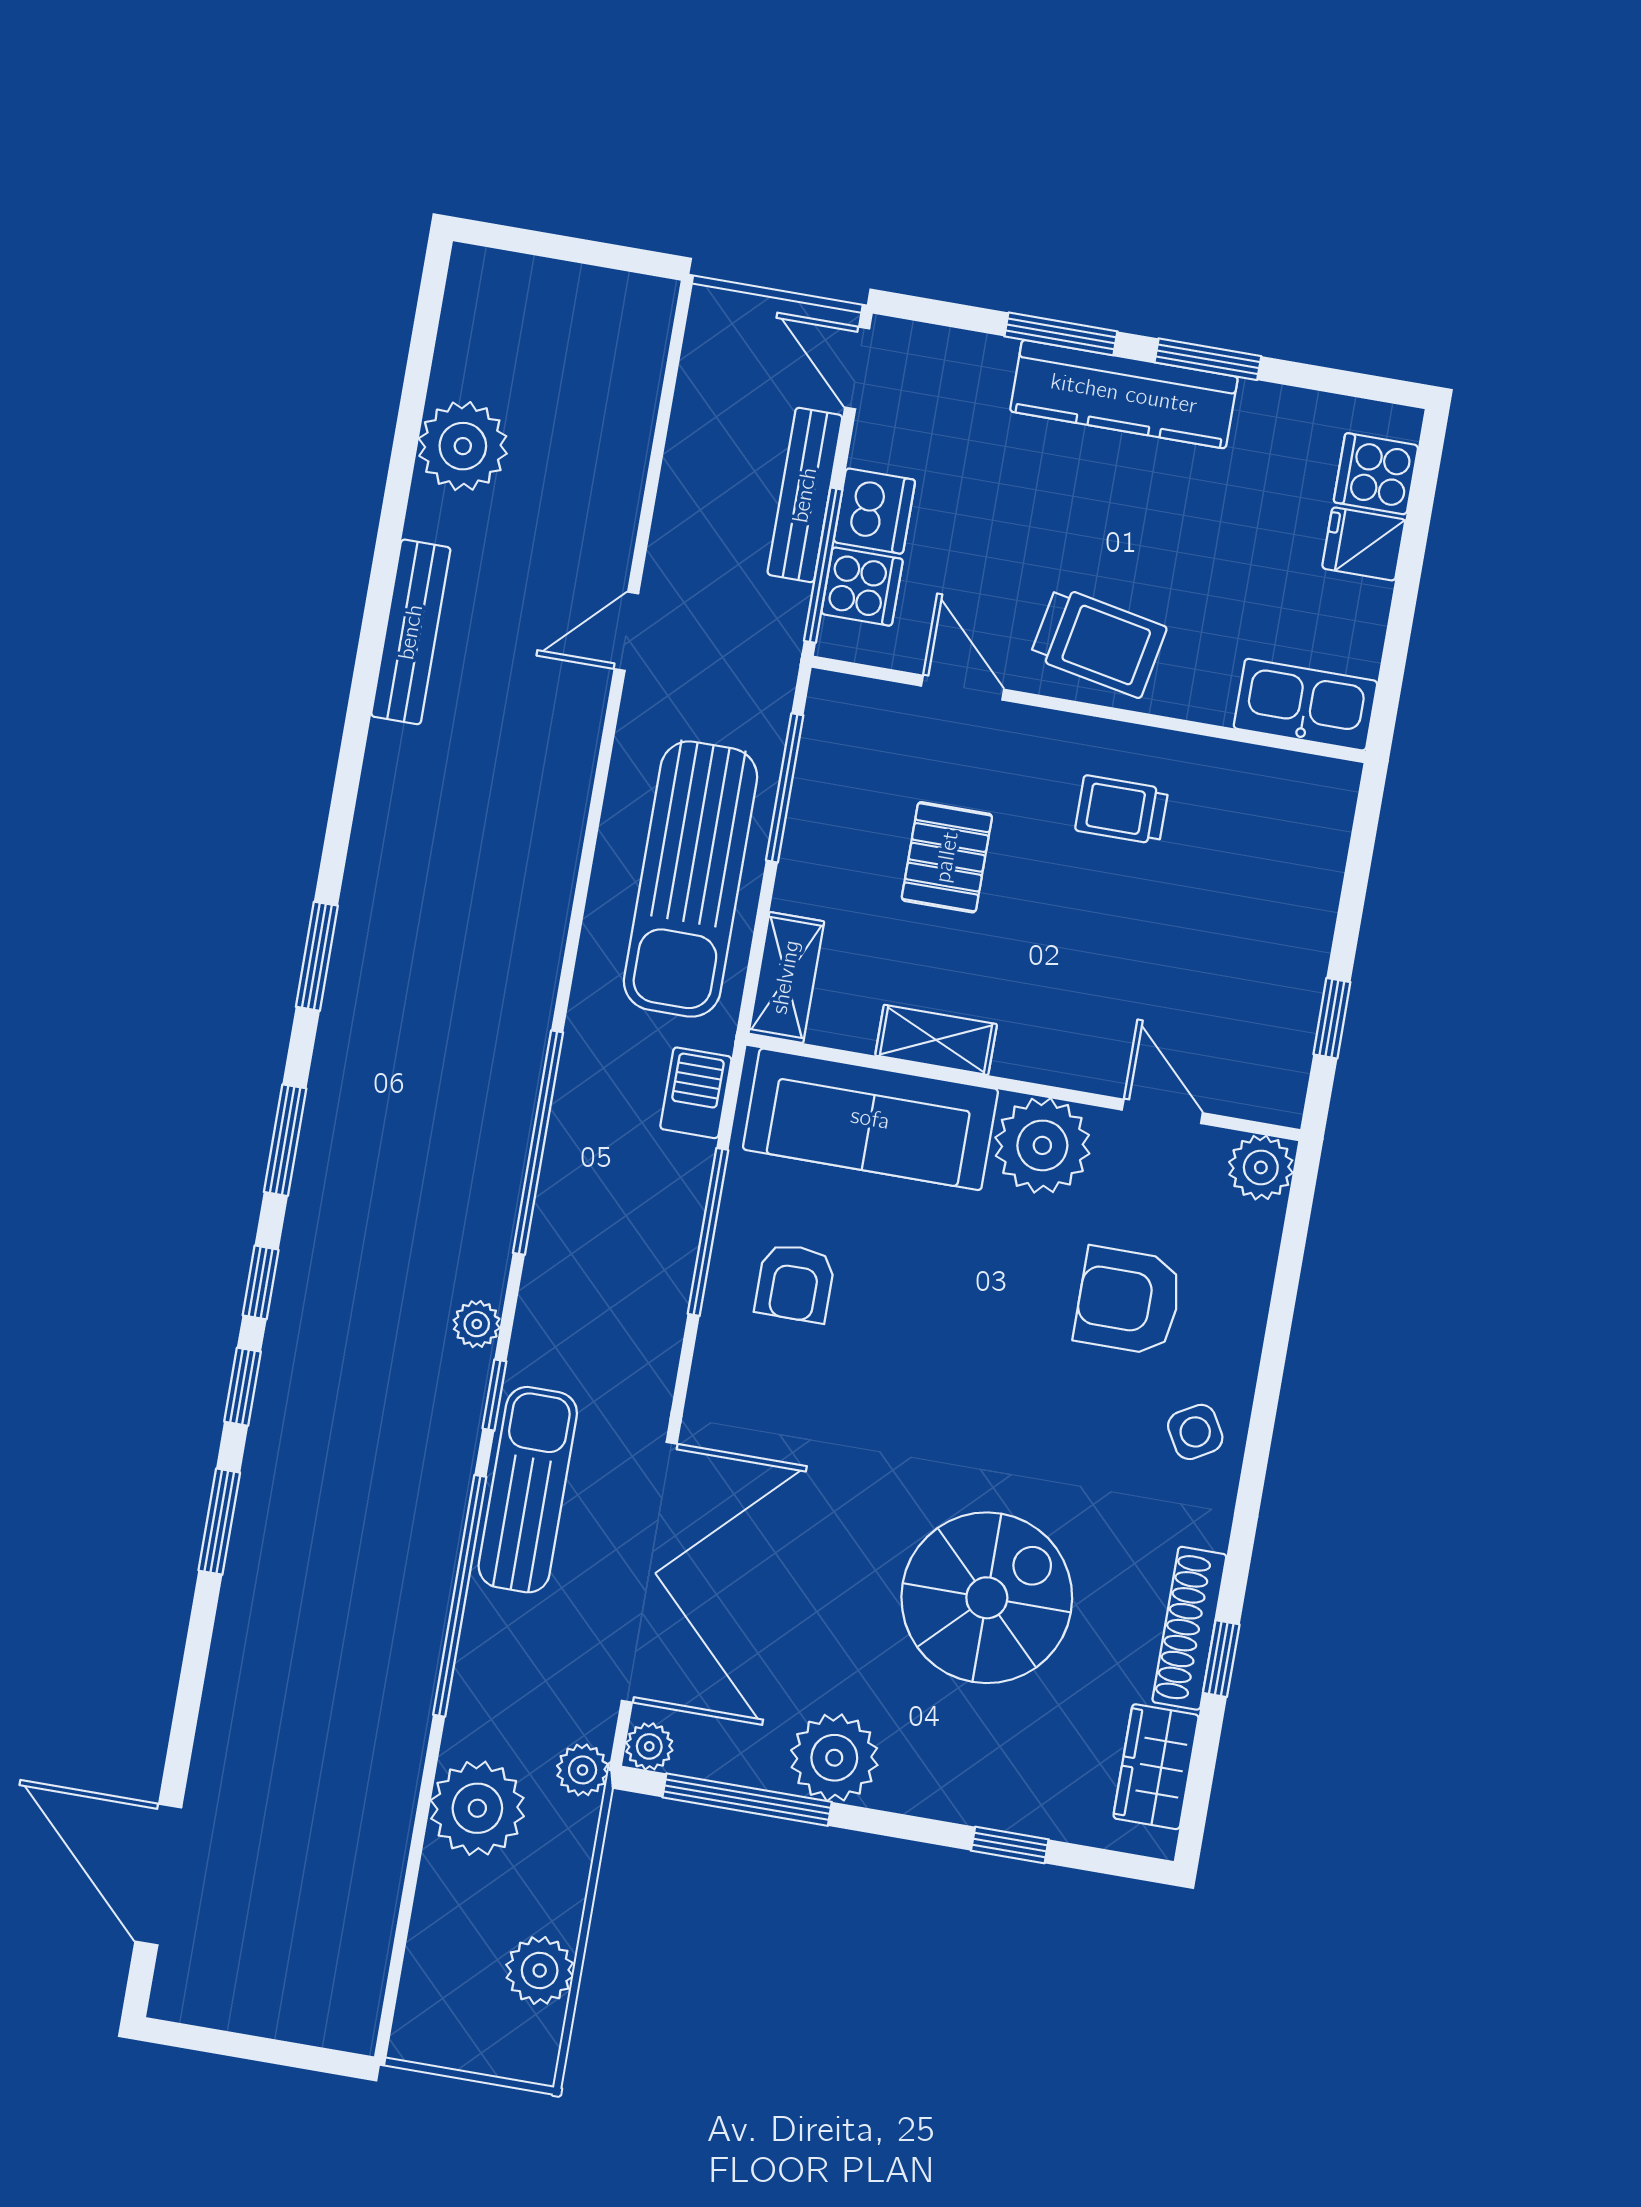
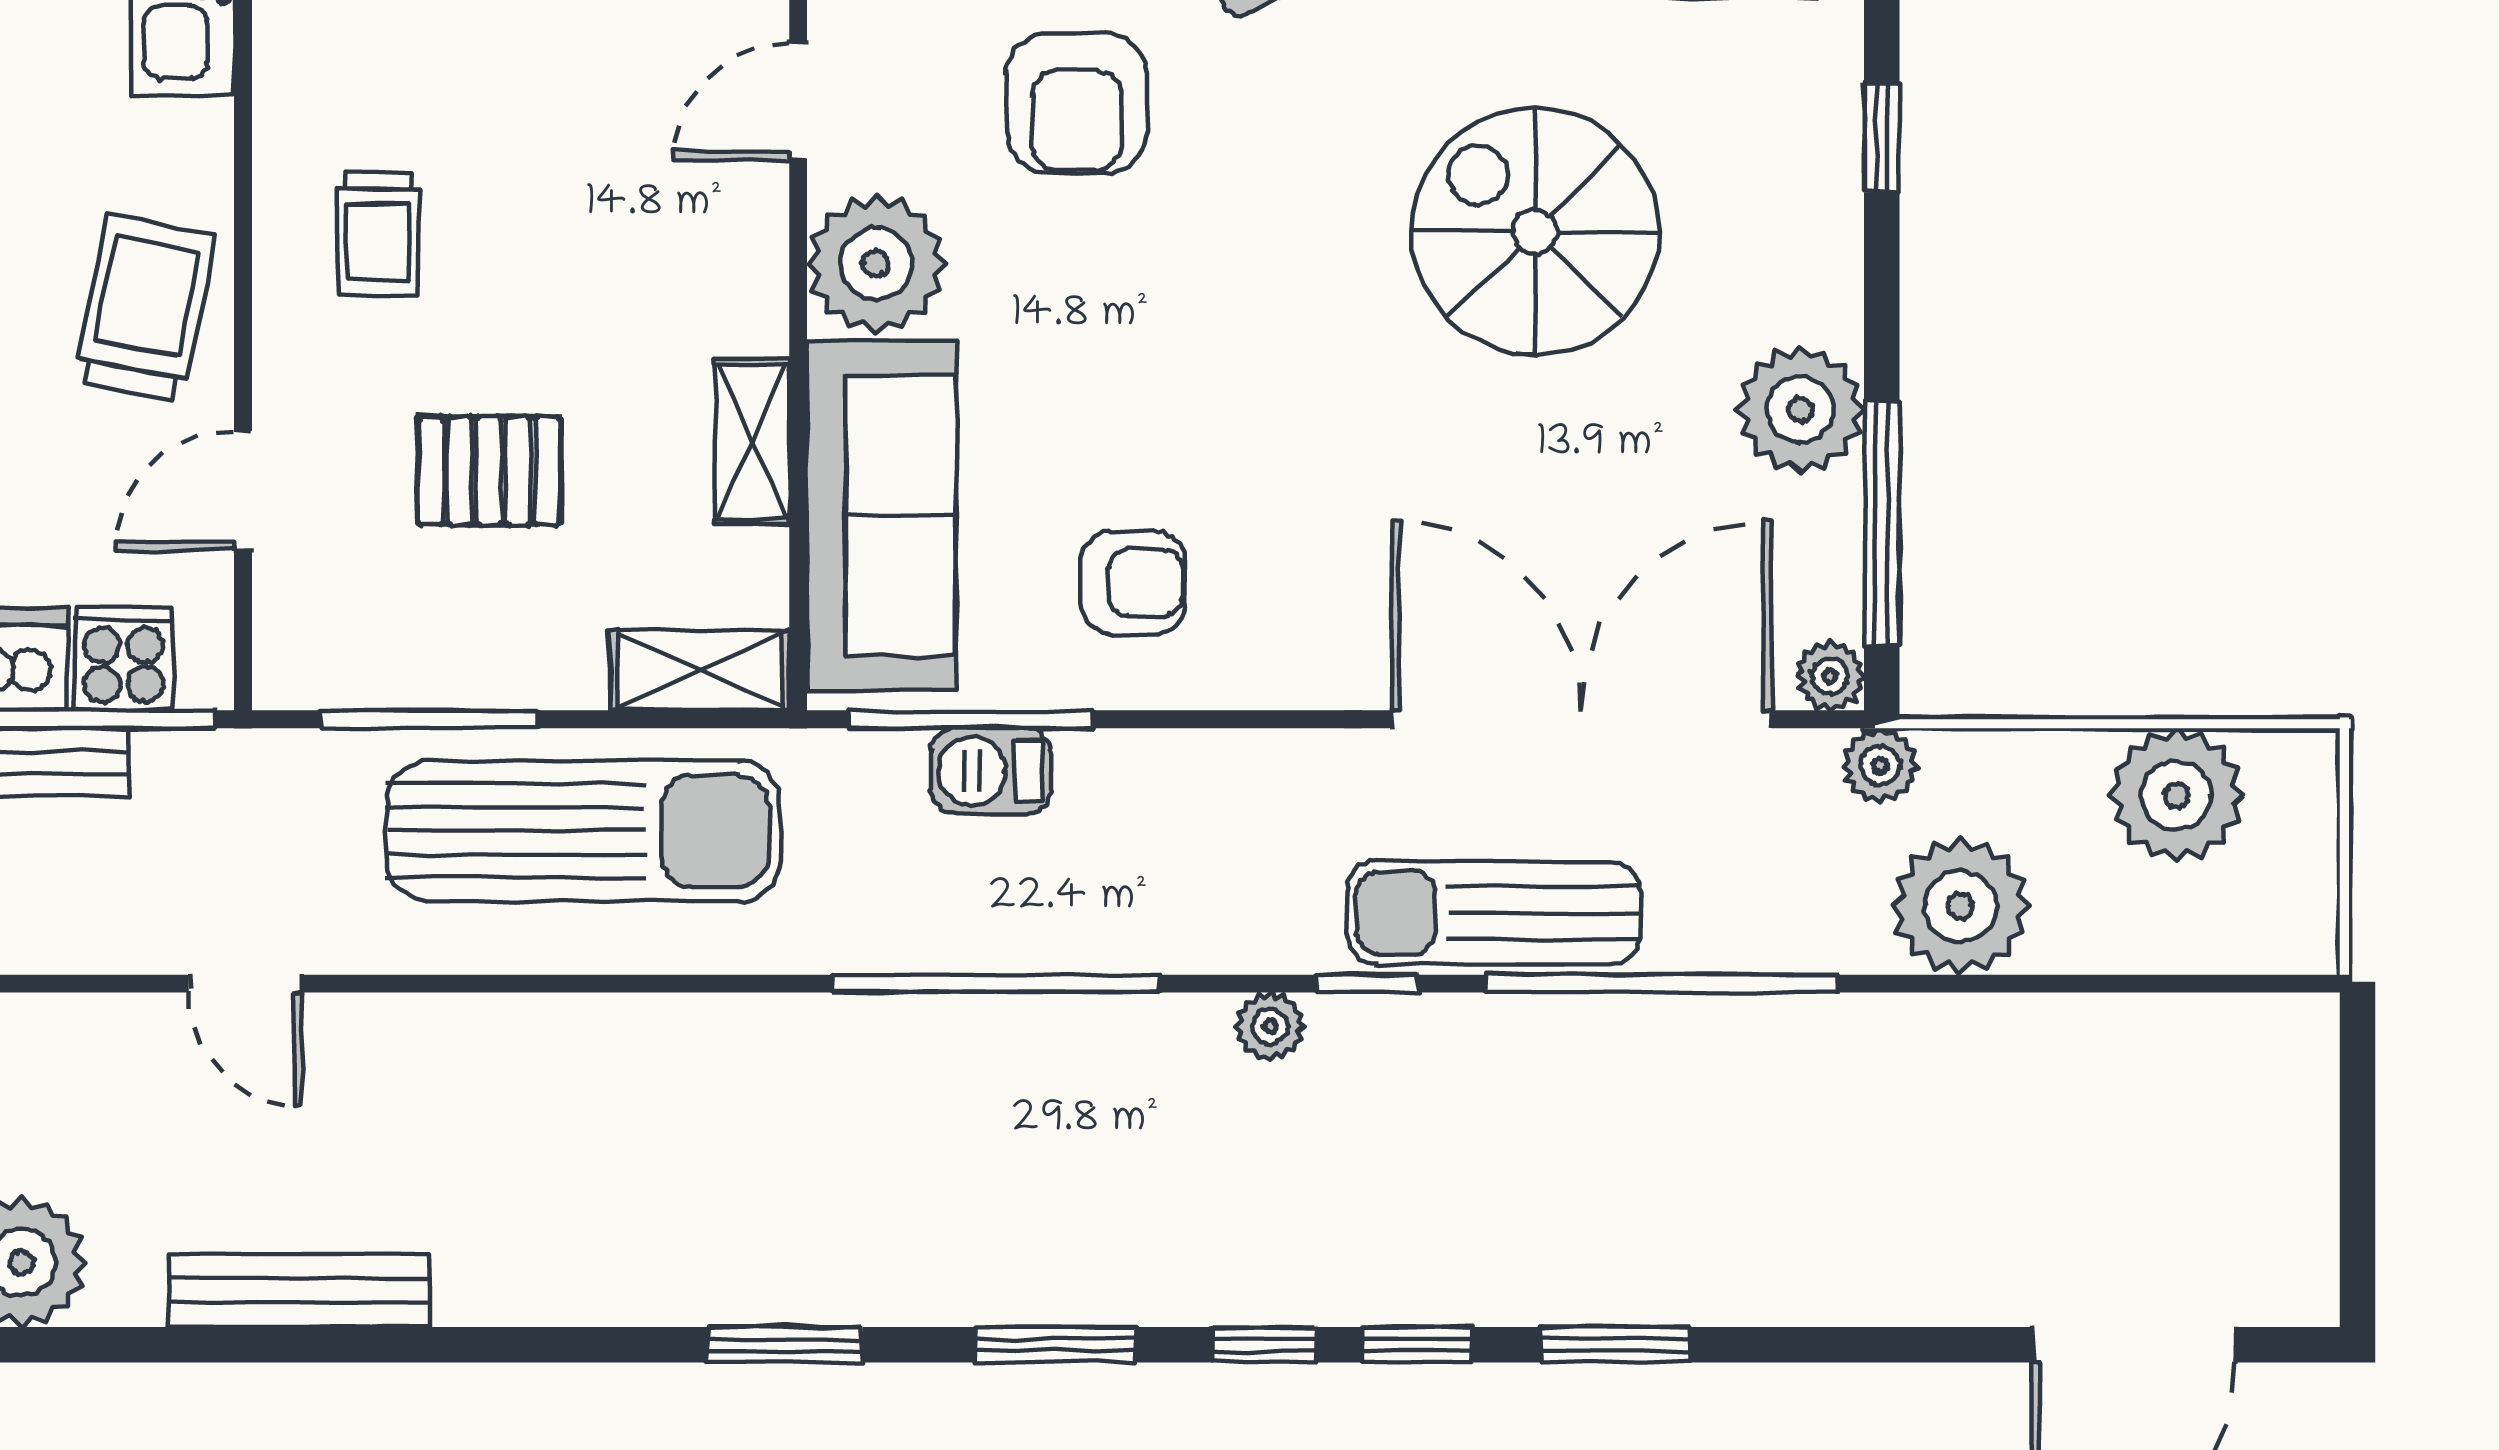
barbecue: (696, 1093) -> (991, 771), moved
window: (708, 1232) -> (971, 719), moved
plant: (540, 1970) -> (2177, 795), width x1.36, depth x1.36

